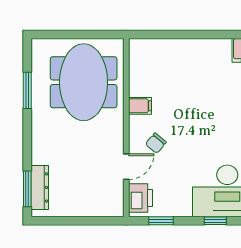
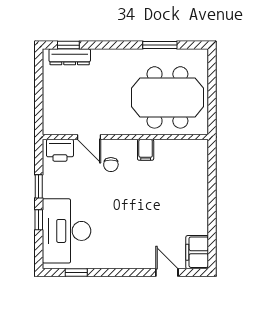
chair: (156, 143) -> (111, 165), turned -130
window: (27, 189) -> (68, 45), width x0.67
window: (161, 221) -> (39, 186), moved

